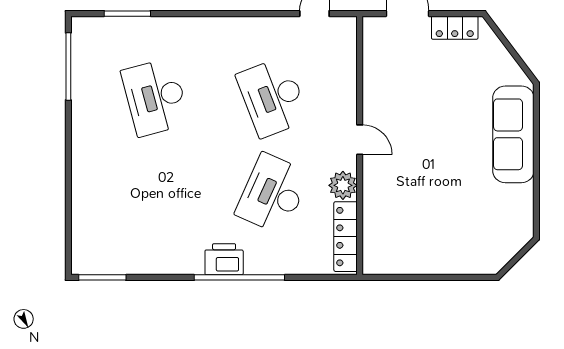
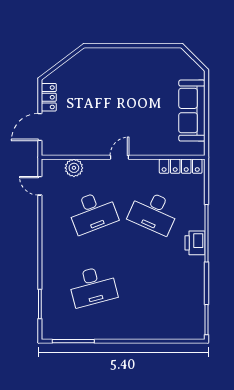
sofa: (513, 134) -> (192, 111), moved, turned 90
plant: (343, 185) -> (74, 168), moved

